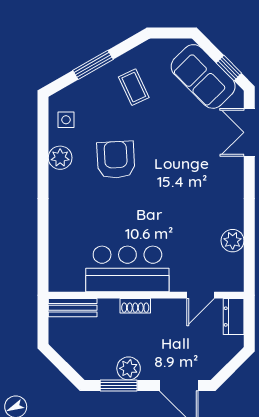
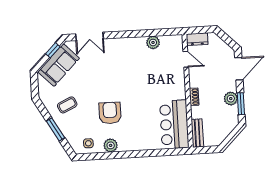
armchair: (116, 160) -> (110, 113), turned 93
bar counter: (127, 269) -> (174, 124), moved

